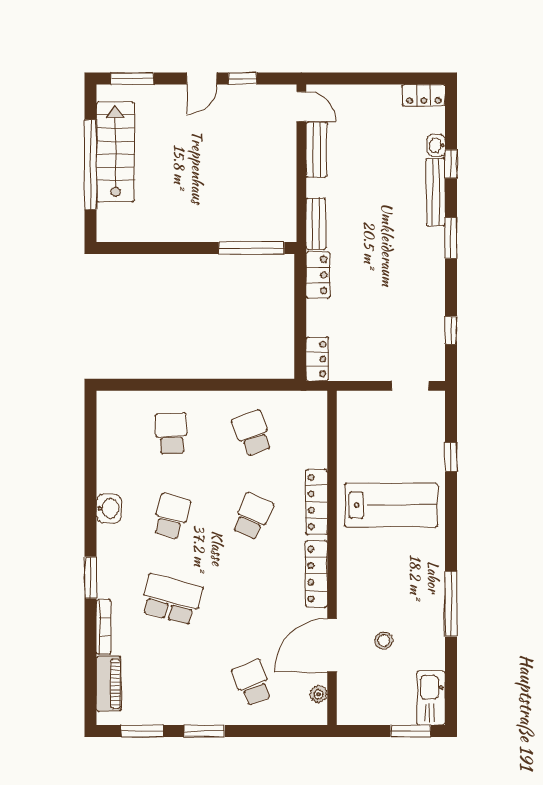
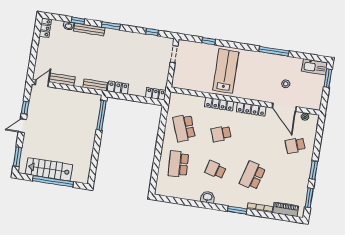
door: (202, 78) -> (22, 126), swing flipped
school desk: (171, 433) -> (178, 164), width x1.85
school desk: (252, 433) -> (184, 128), width x1.85
school desk: (252, 516) -> (221, 134), turned -45

